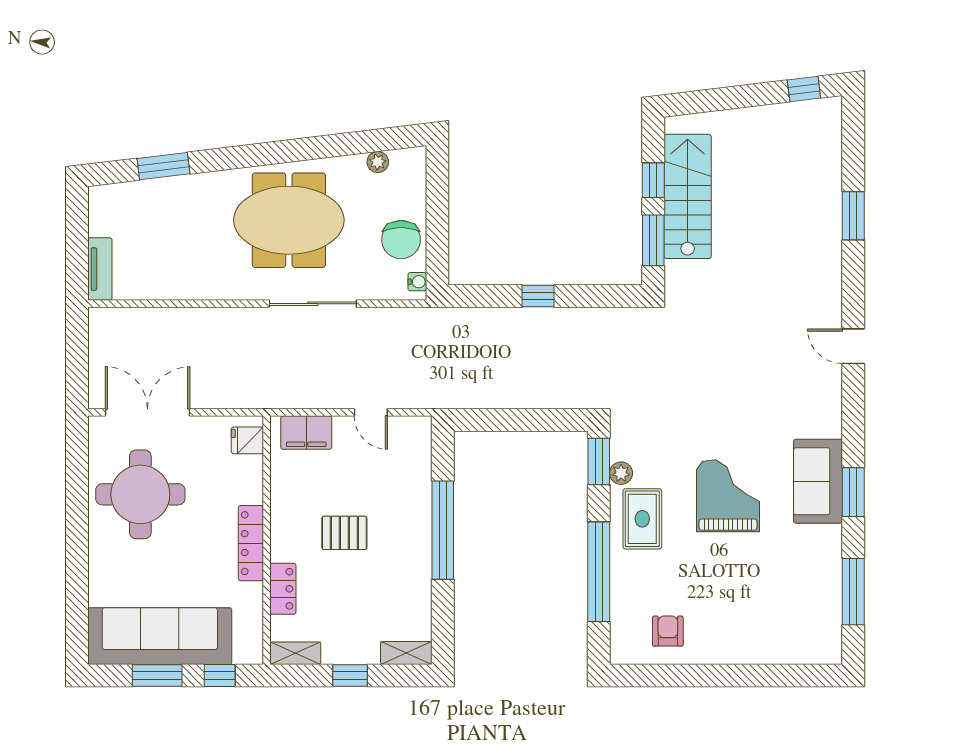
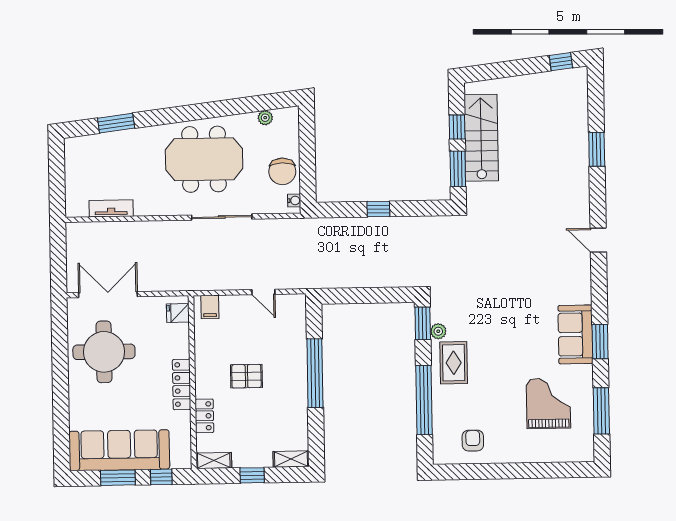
tv unit: (100, 269) -> (111, 208), moved, turned -90
filing cabinet: (306, 433) -> (210, 307), width x0.50
grand piano: (728, 496) -> (548, 403), moved

